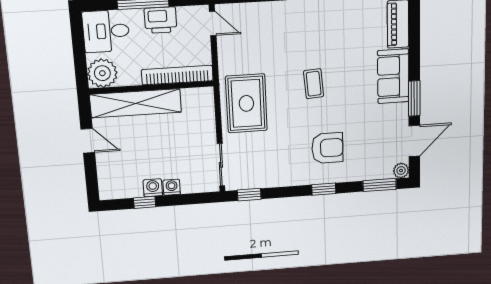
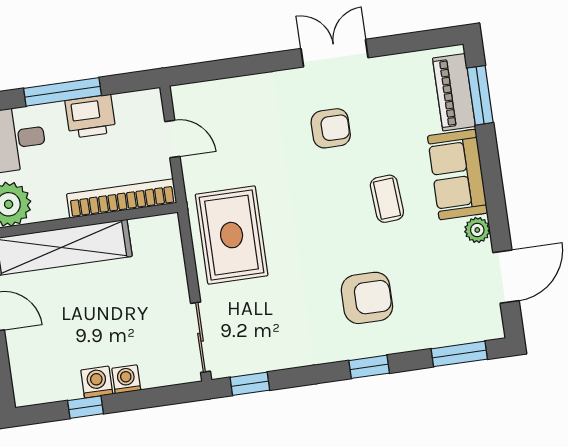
door: (213, 23) -> (172, 139), moved
armchair: (317, 41) -> (331, 128), added
coffee table: (314, 84) -> (387, 199), moved
window: (414, 98) -> (480, 95), moved
plant: (401, 171) -> (477, 230), moved

